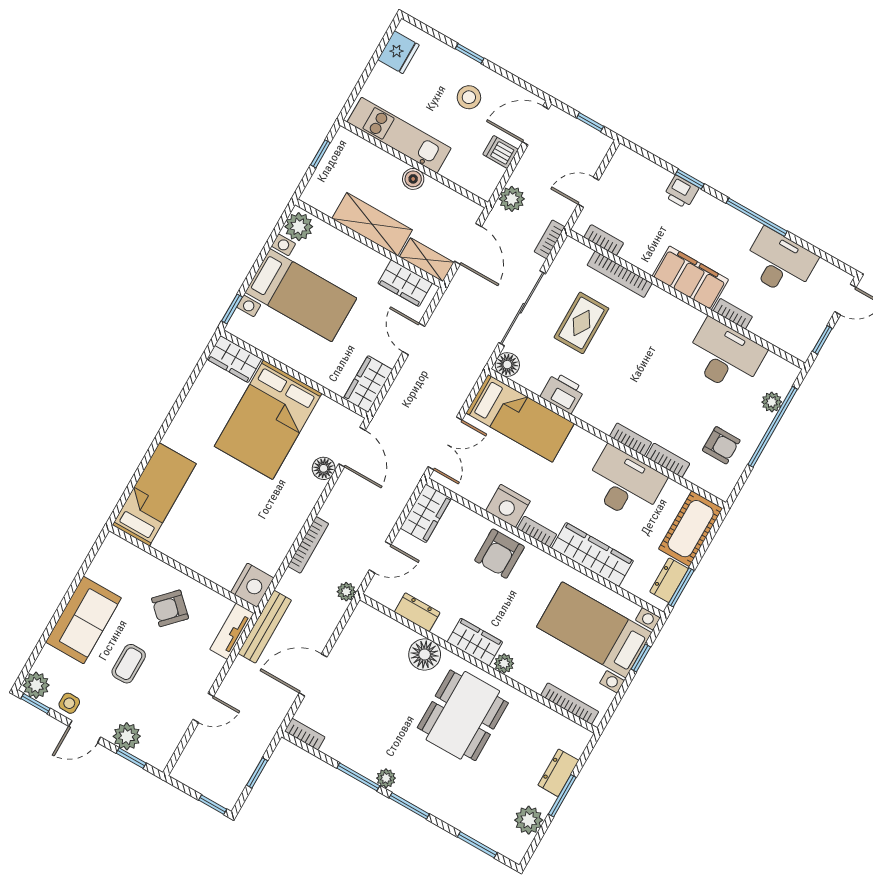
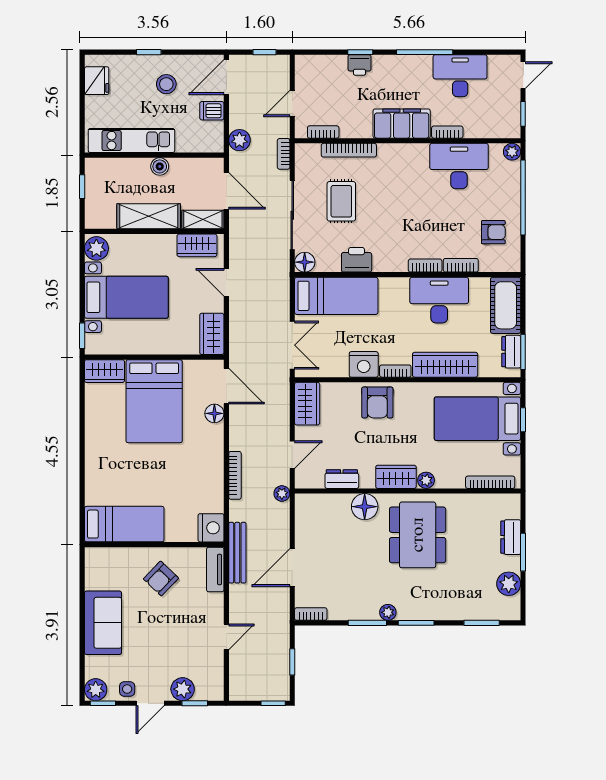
plant: (772, 402) -> (512, 152), moved
bed: (154, 494) -> (124, 524), moved, turned 90
coffee table: (129, 664) -> (154, 636), removed

